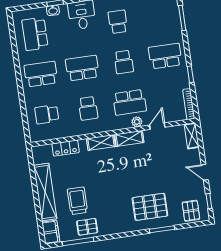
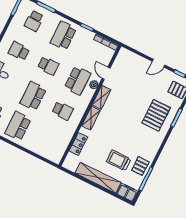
school desk: (47, 114) -> (34, 21), moved
shelving: (192, 136) -> (128, 55), removed

